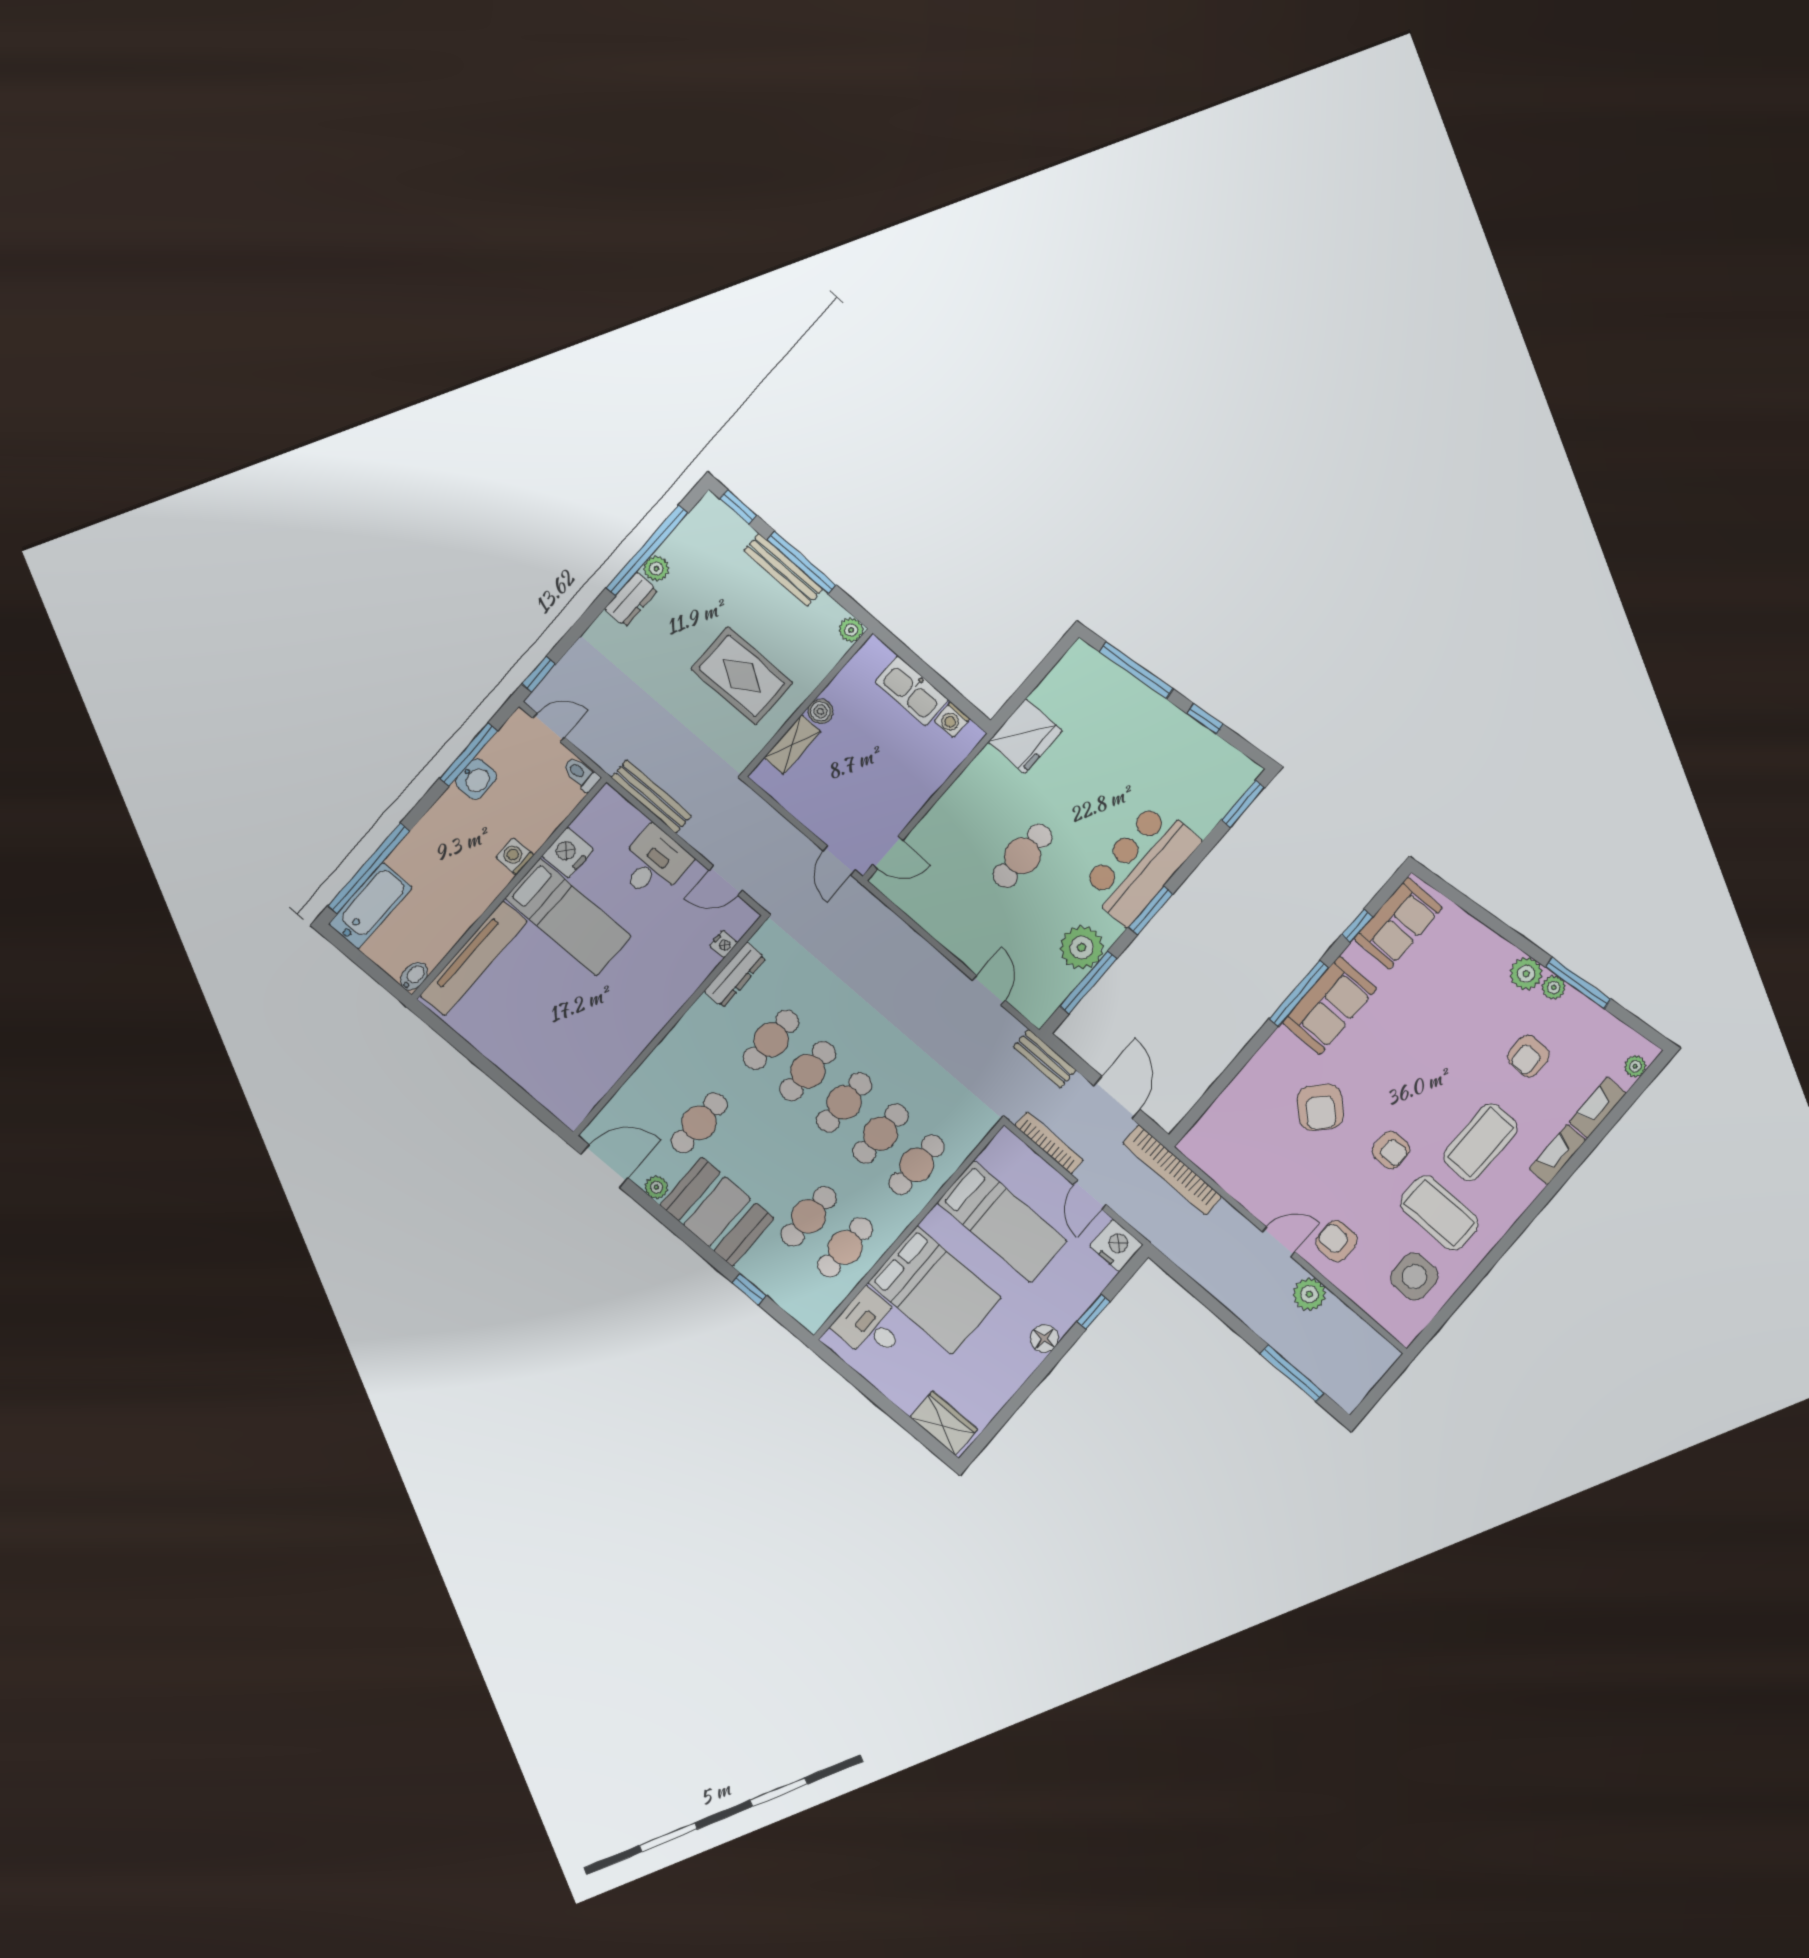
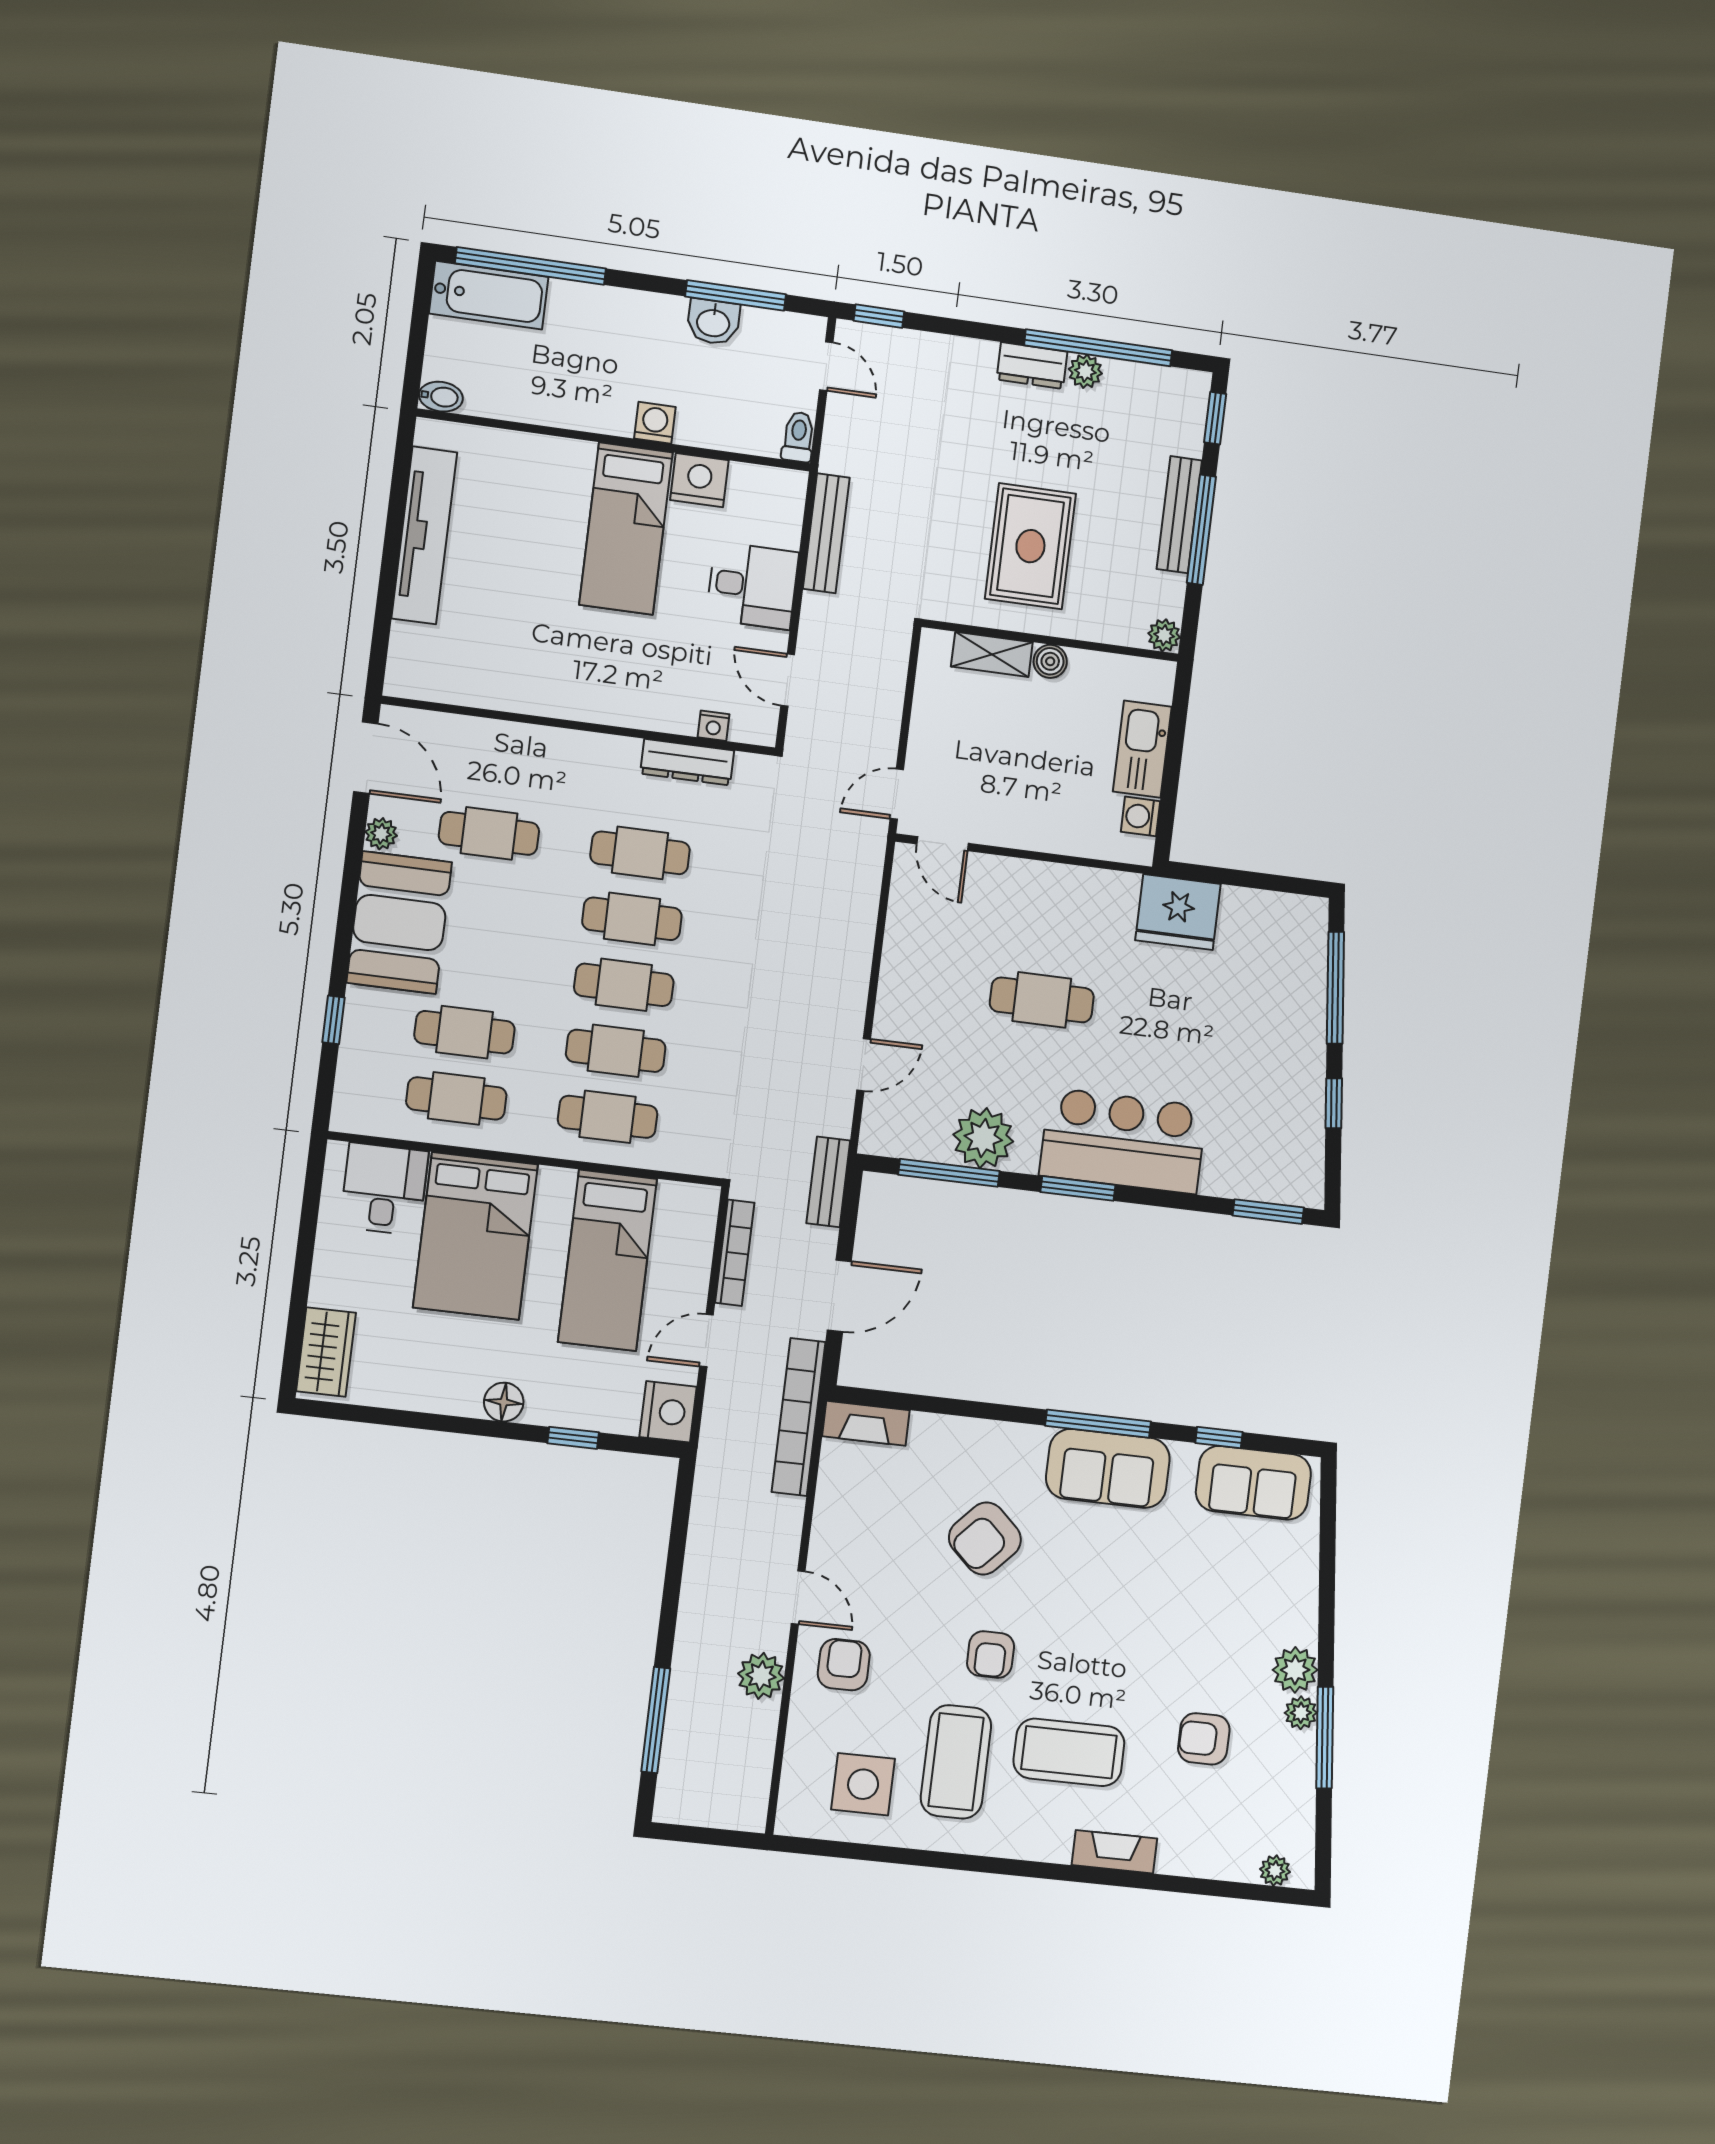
tv unit: (474, 958) -> (424, 535), moved, turned -90
fireplace: (1598, 1107) -> (866, 1423), moved, turned 180

